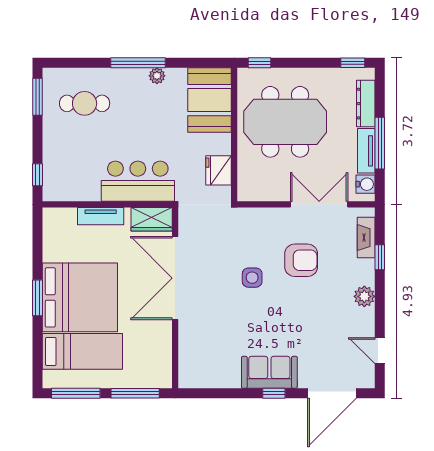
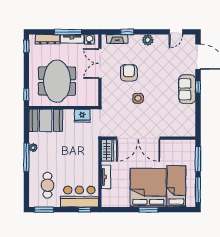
bar counter: (138, 181) -> (79, 197), moved, turned 90

